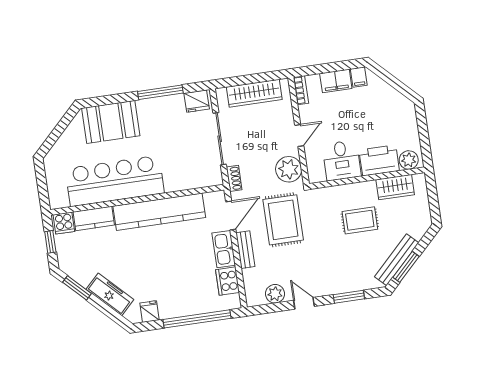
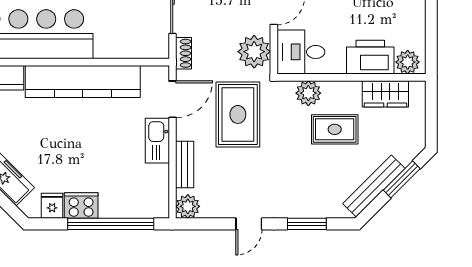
desk: (342, 160) -> (301, 52), moved, turned 90
plant: (335, 195) -> (308, 93), added
bench: (245, 250) -> (185, 165), moved
window: (406, 267) -> (402, 179), moved
cooker: (228, 281) -> (81, 206), moved, turned 90
plant: (275, 294) -> (188, 206), moved
door: (304, 303) -> (249, 224), swing flipped

